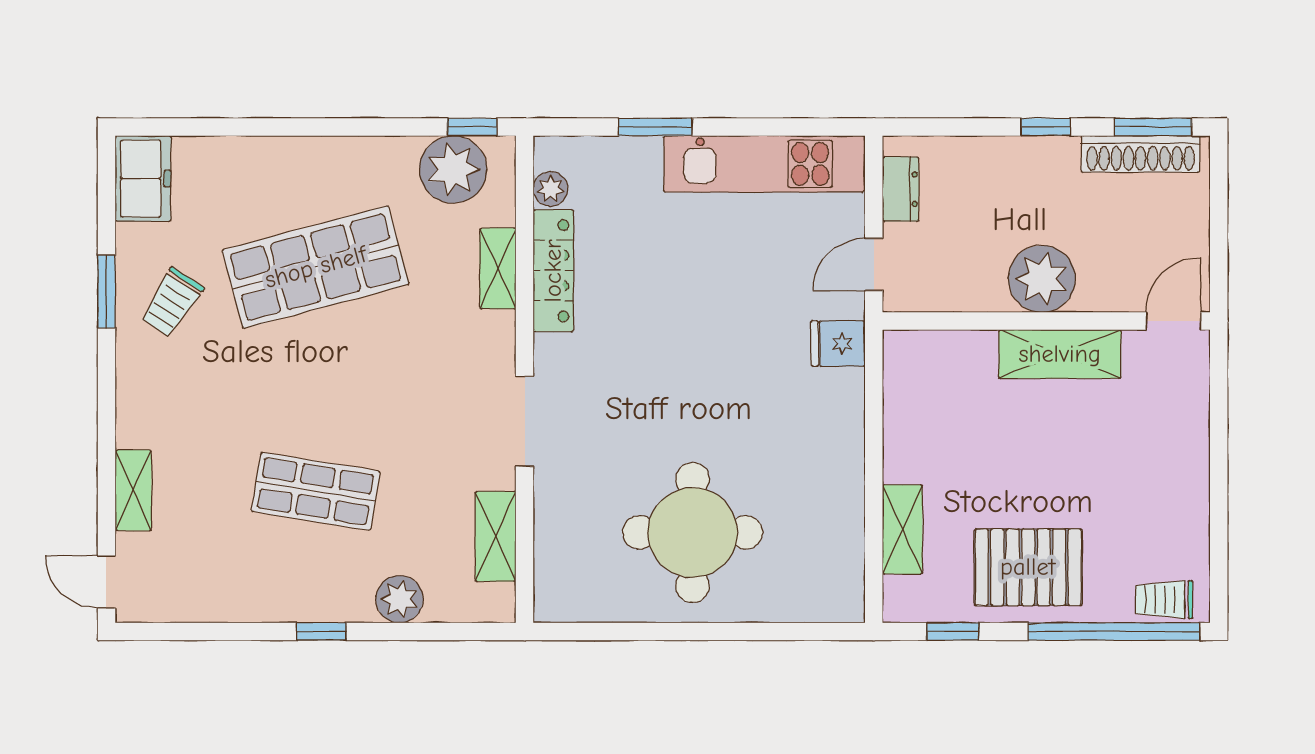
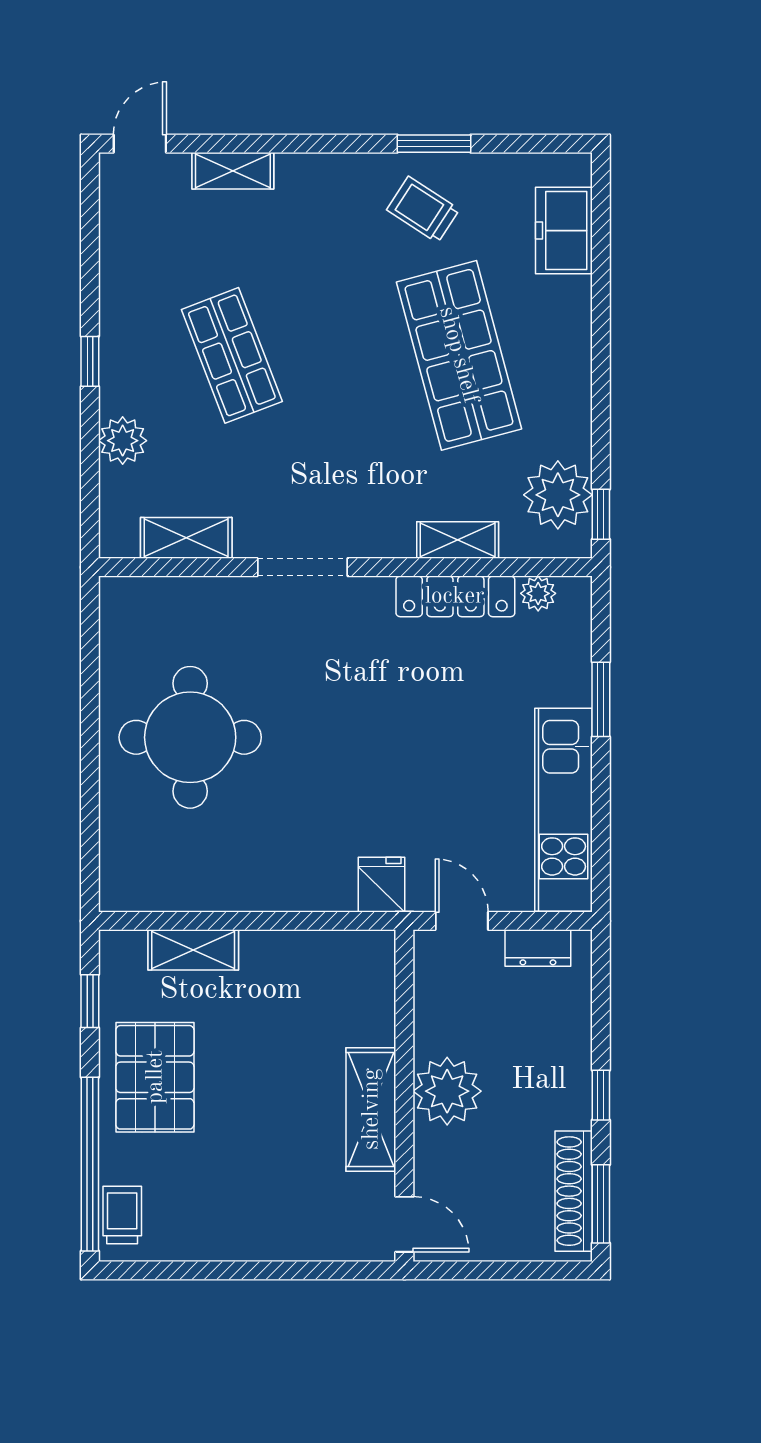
freezer: (143, 178) -> (564, 231), moved, turned 90
shop shelf: (316, 491) -> (232, 355), turned -30

